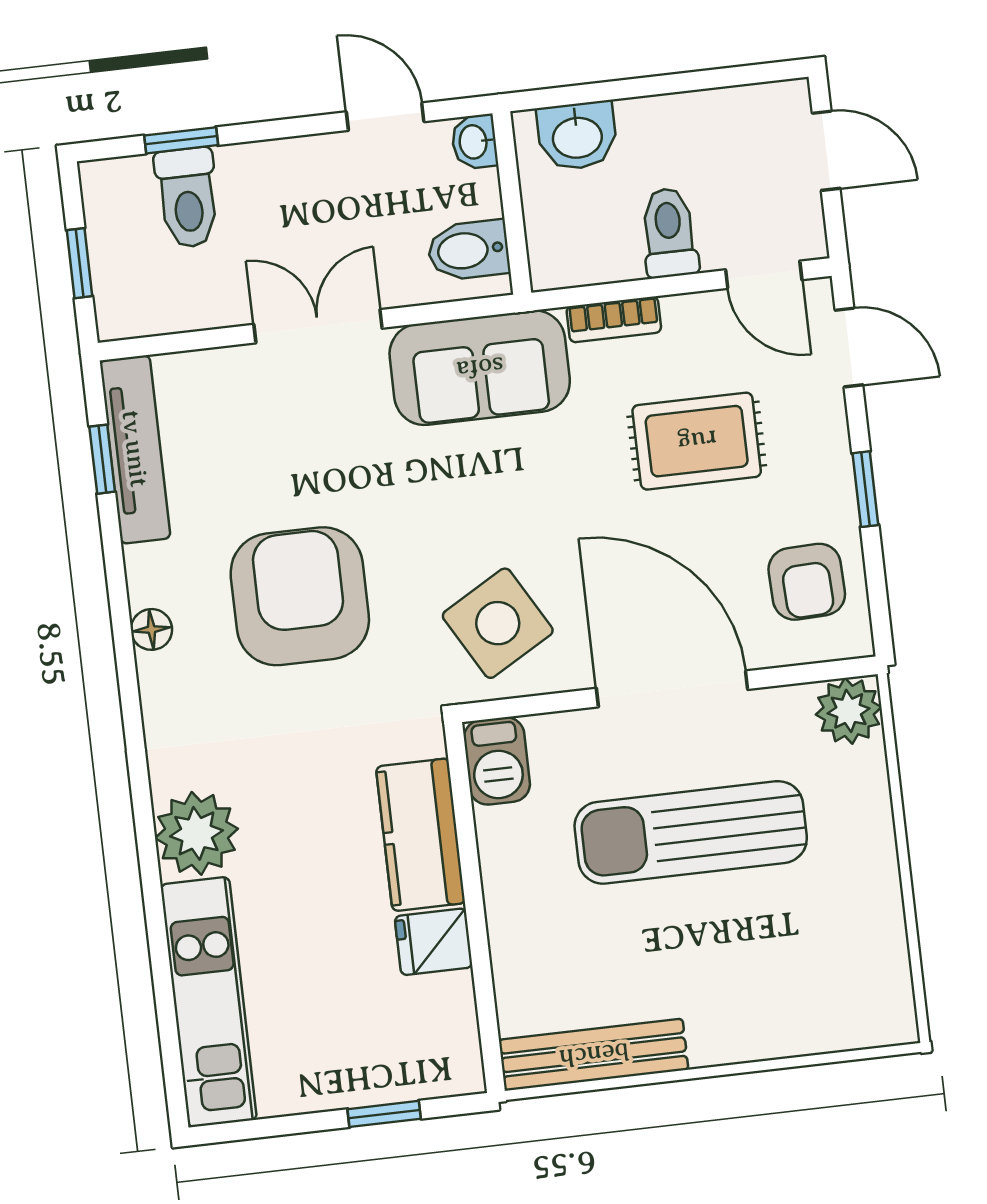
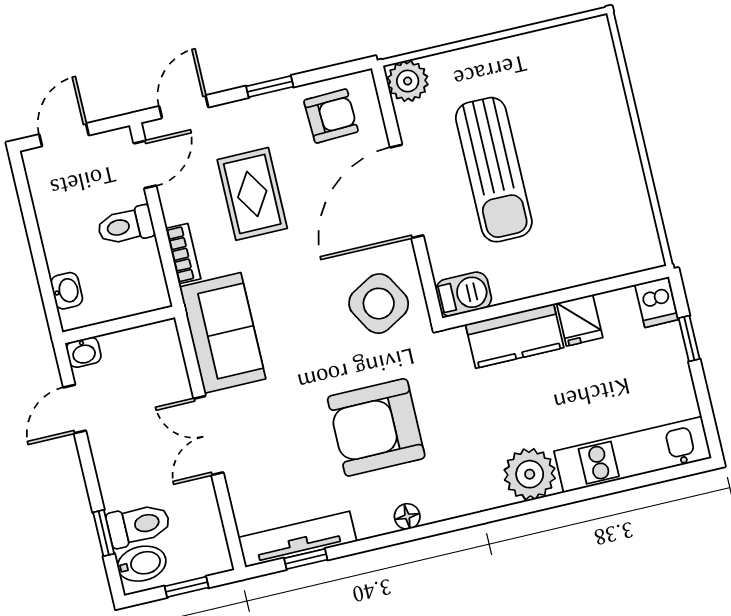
washbasin: (577, 136) -> (67, 291), width x0.72, depth x0.69
bidet: (468, 250) -> (142, 564), moved, turned -90
bench: (594, 1055) -> (638, 214), removed
dishwasher: (448, 1068) -> (656, 302), added

